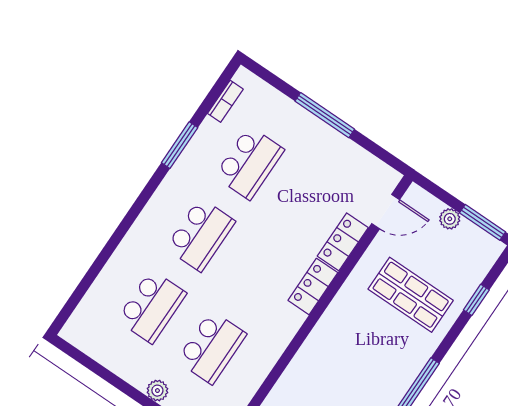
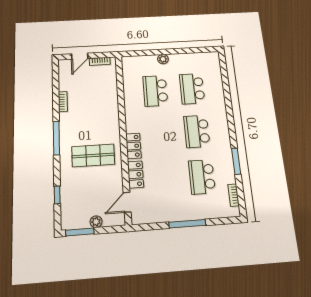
shop shelf: (411, 295) -> (93, 155), moved

